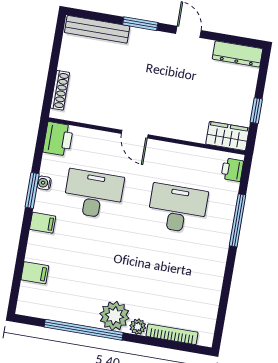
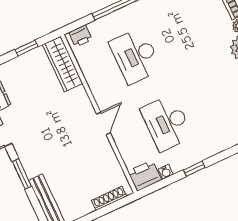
wardrobe: (227, 136) -> (63, 64), width x1.50
water cooler: (44, 183) -> (166, 172), moved
window: (32, 190) -> (194, 169), width x0.67
filing cabinet: (43, 223) -> (212, 145), removed

